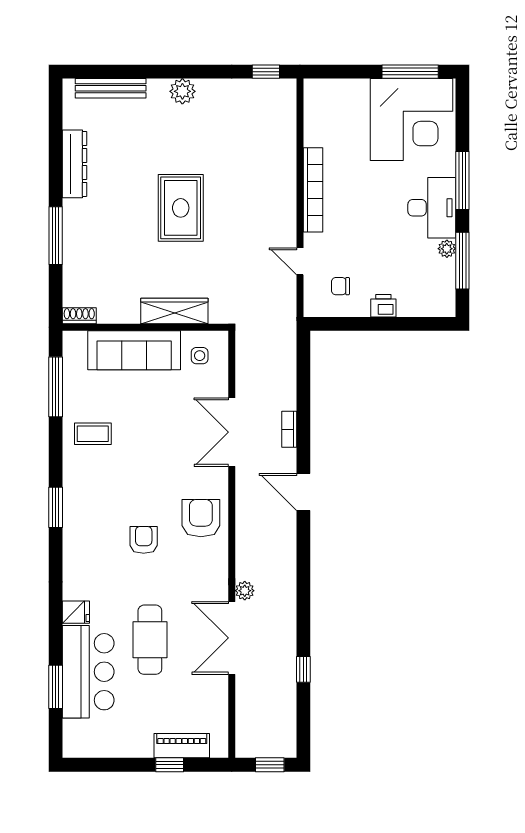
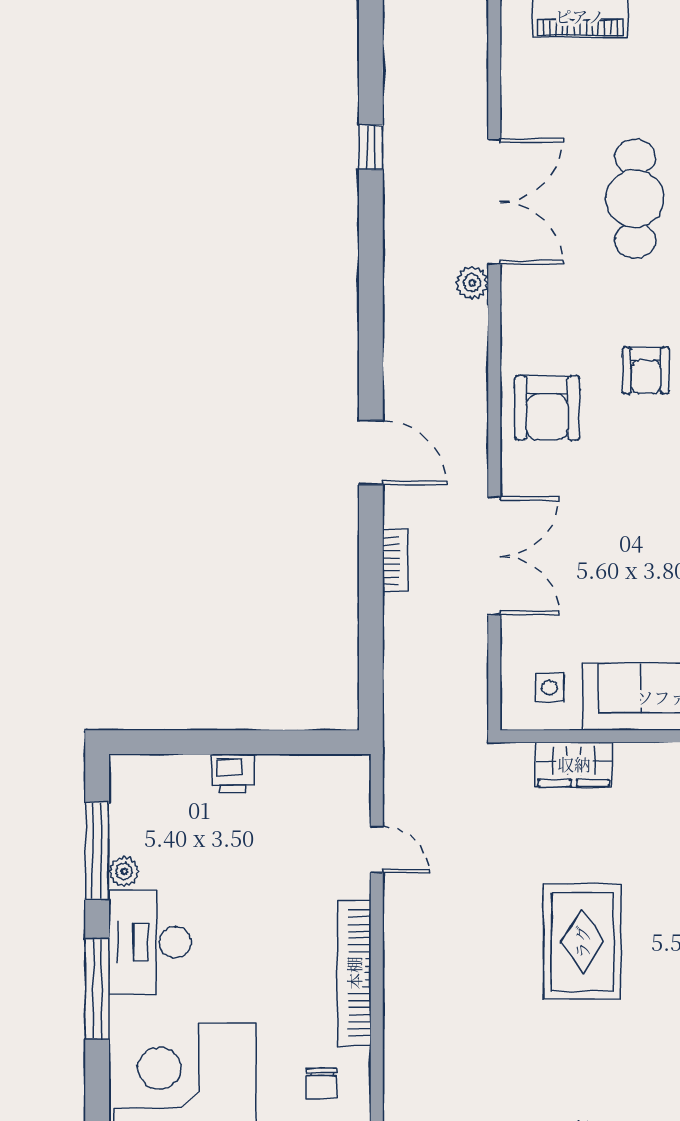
chair: (340, 286) -> (322, 1083), moved, turned 90
wardrobe: (174, 311) -> (574, 764), width x0.67

